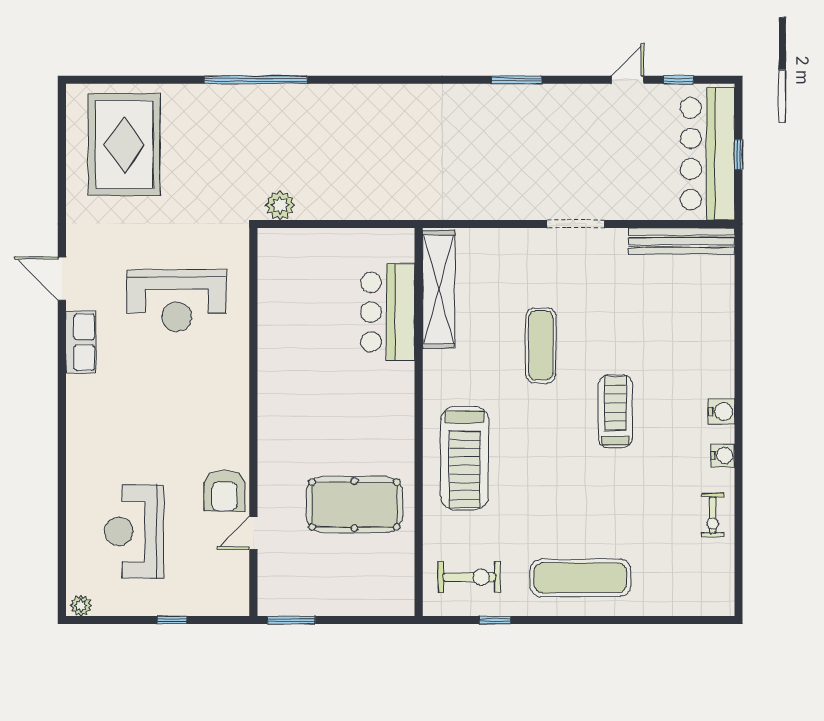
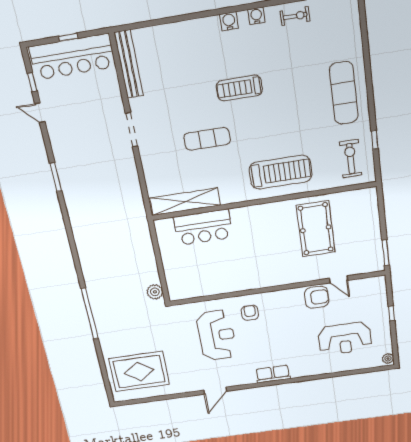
row of seats: (81, 342) -> (273, 374), moved
armchair: (213, 368) -> (250, 313), added

